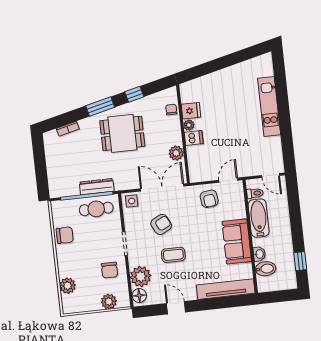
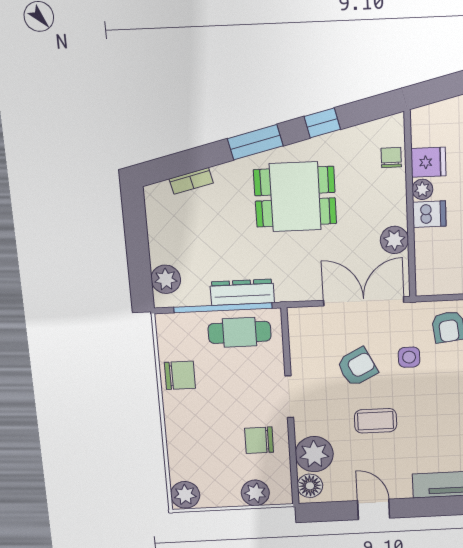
plant: (56, 182) -> (166, 279), added
side table: (132, 201) -> (409, 357), moved
chair: (110, 270) -> (259, 440), turned 90
plant: (68, 286) -> (185, 495), moved

